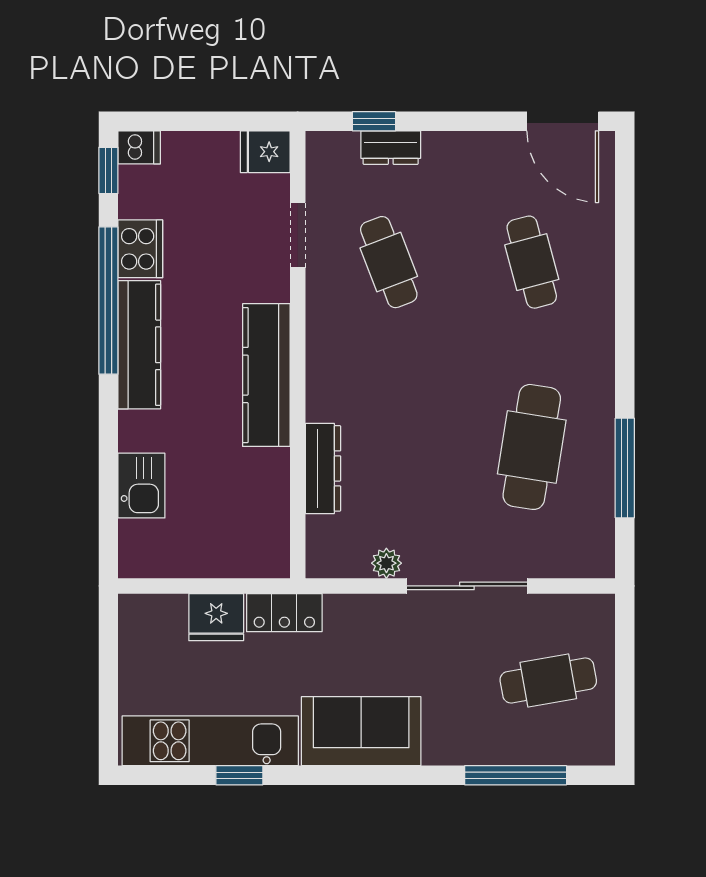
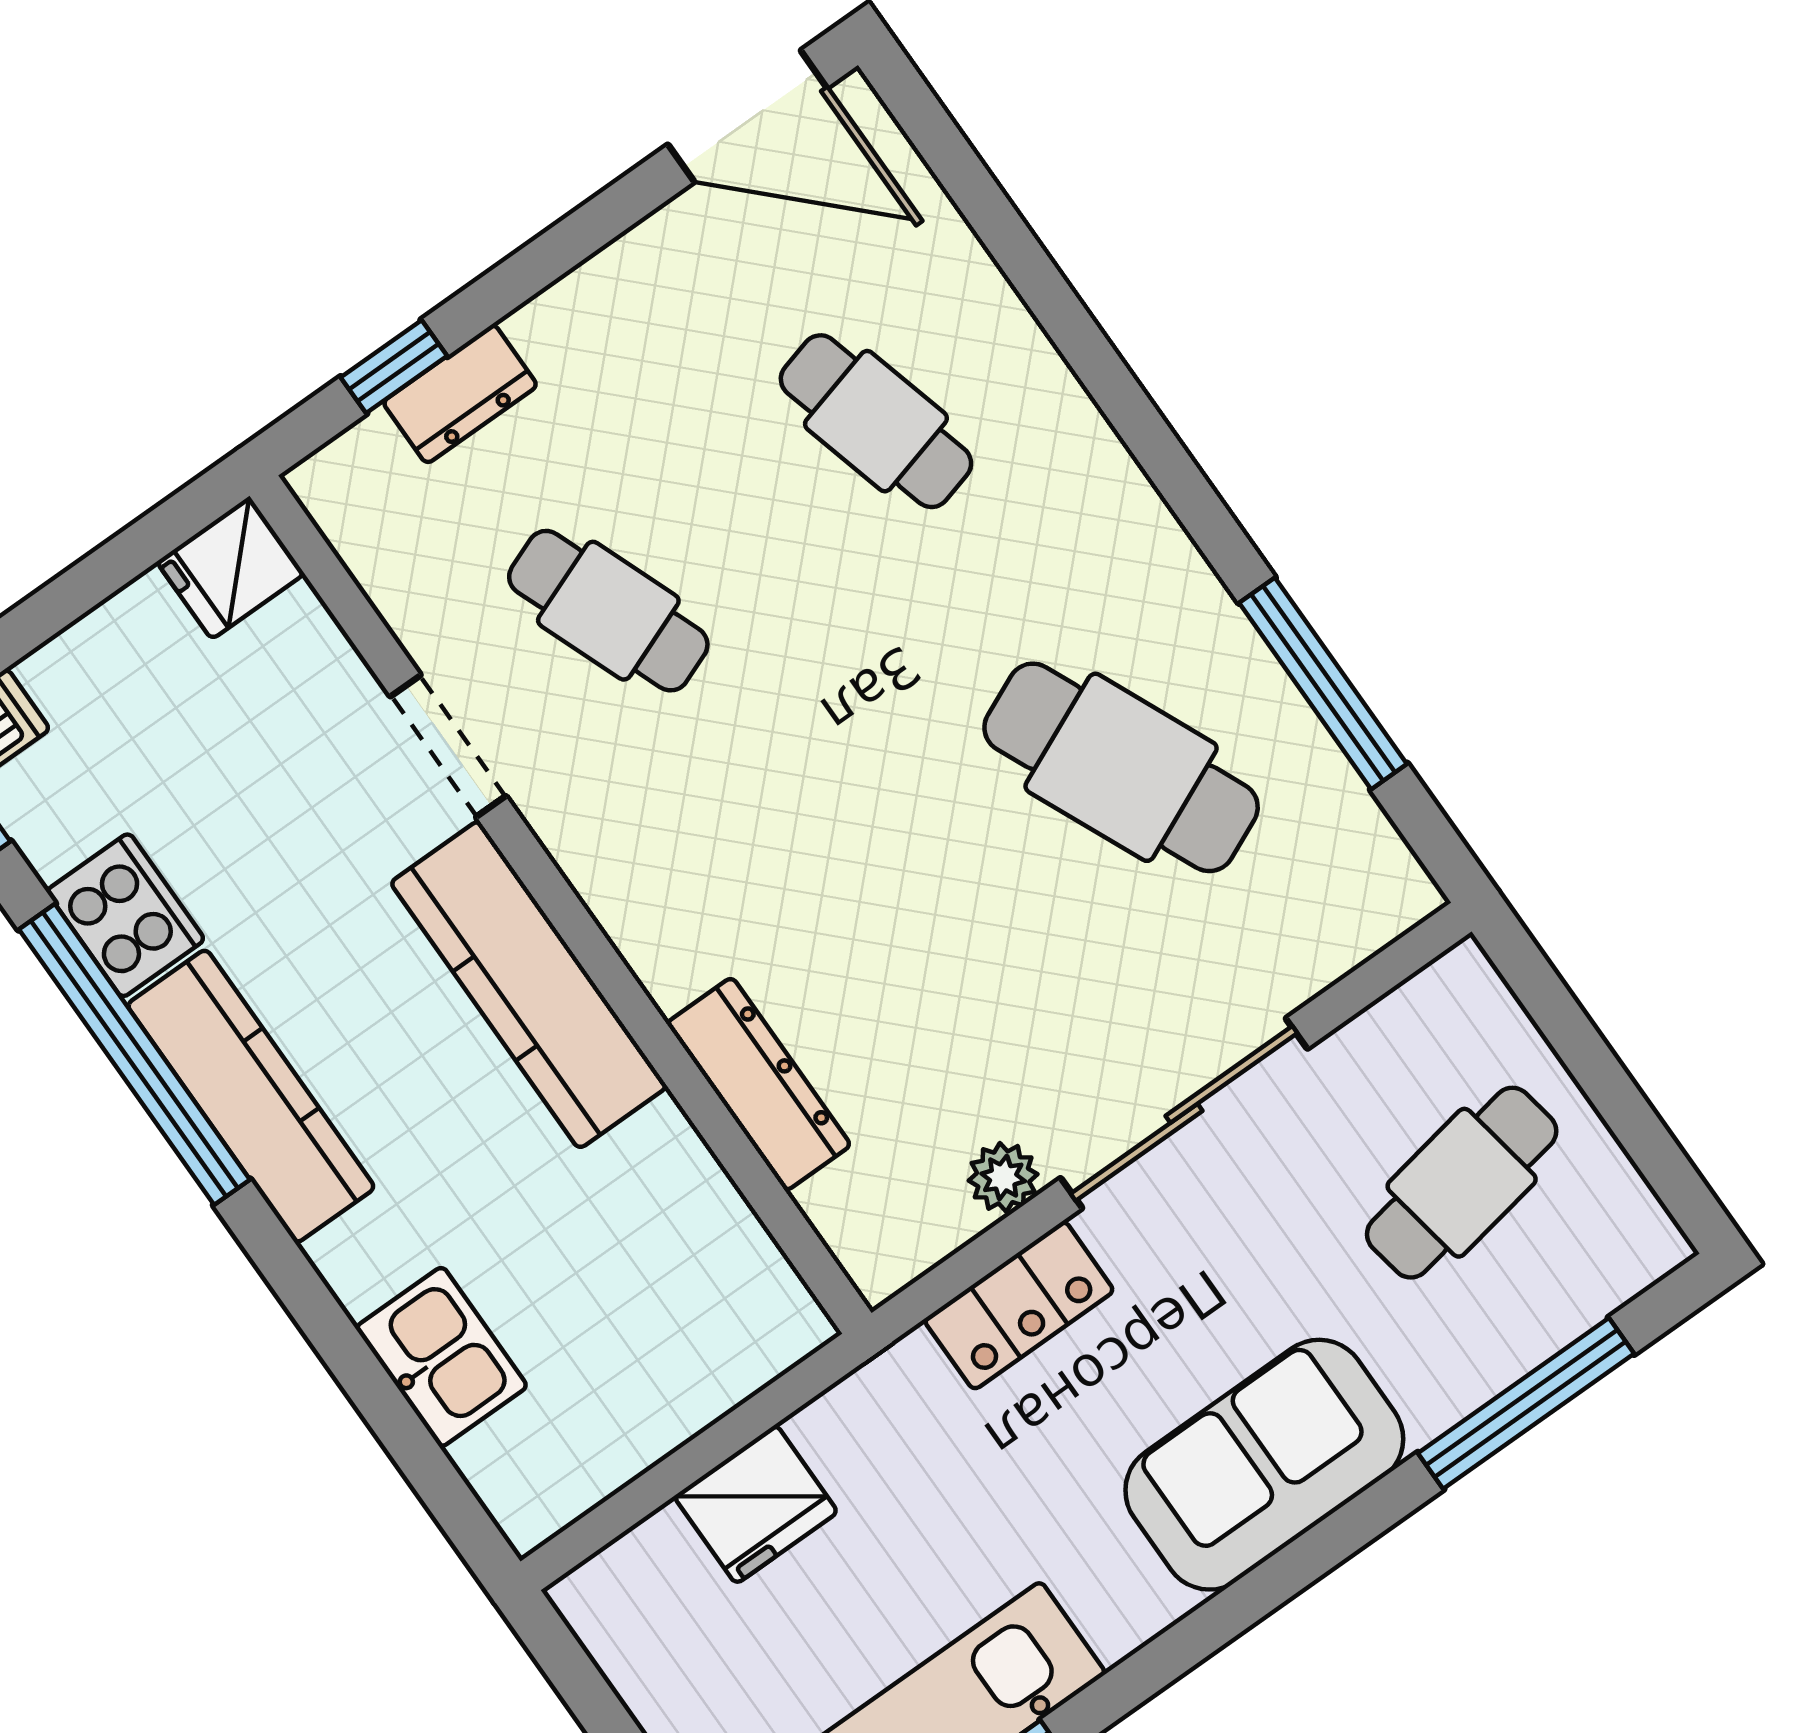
doorway: (298, 235) -> (448, 746), moved
cafe table: (532, 447) -> (1121, 767), turned -33
locker: (284, 613) -> (1019, 1305), moved
sofa: (361, 731) -> (1264, 1465), moved

